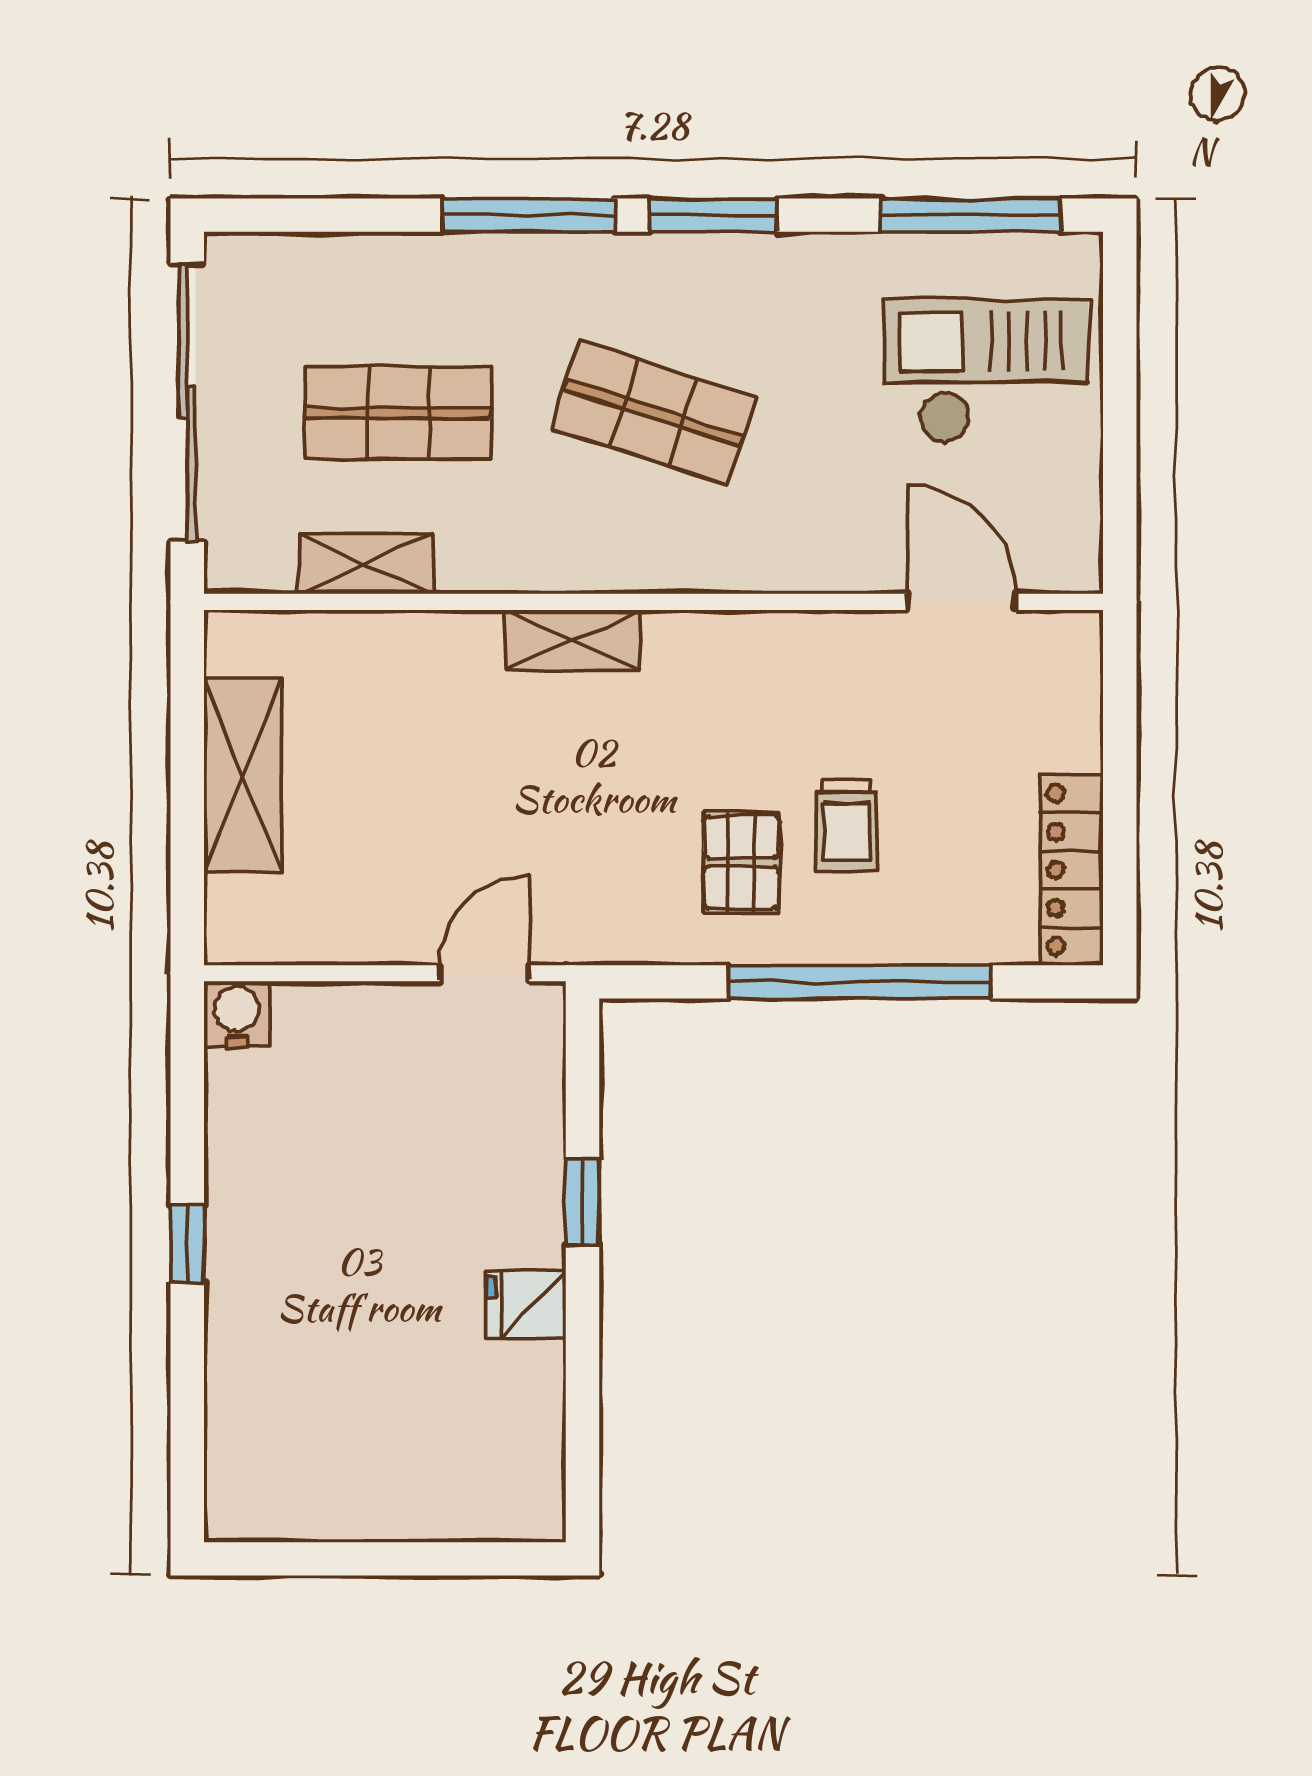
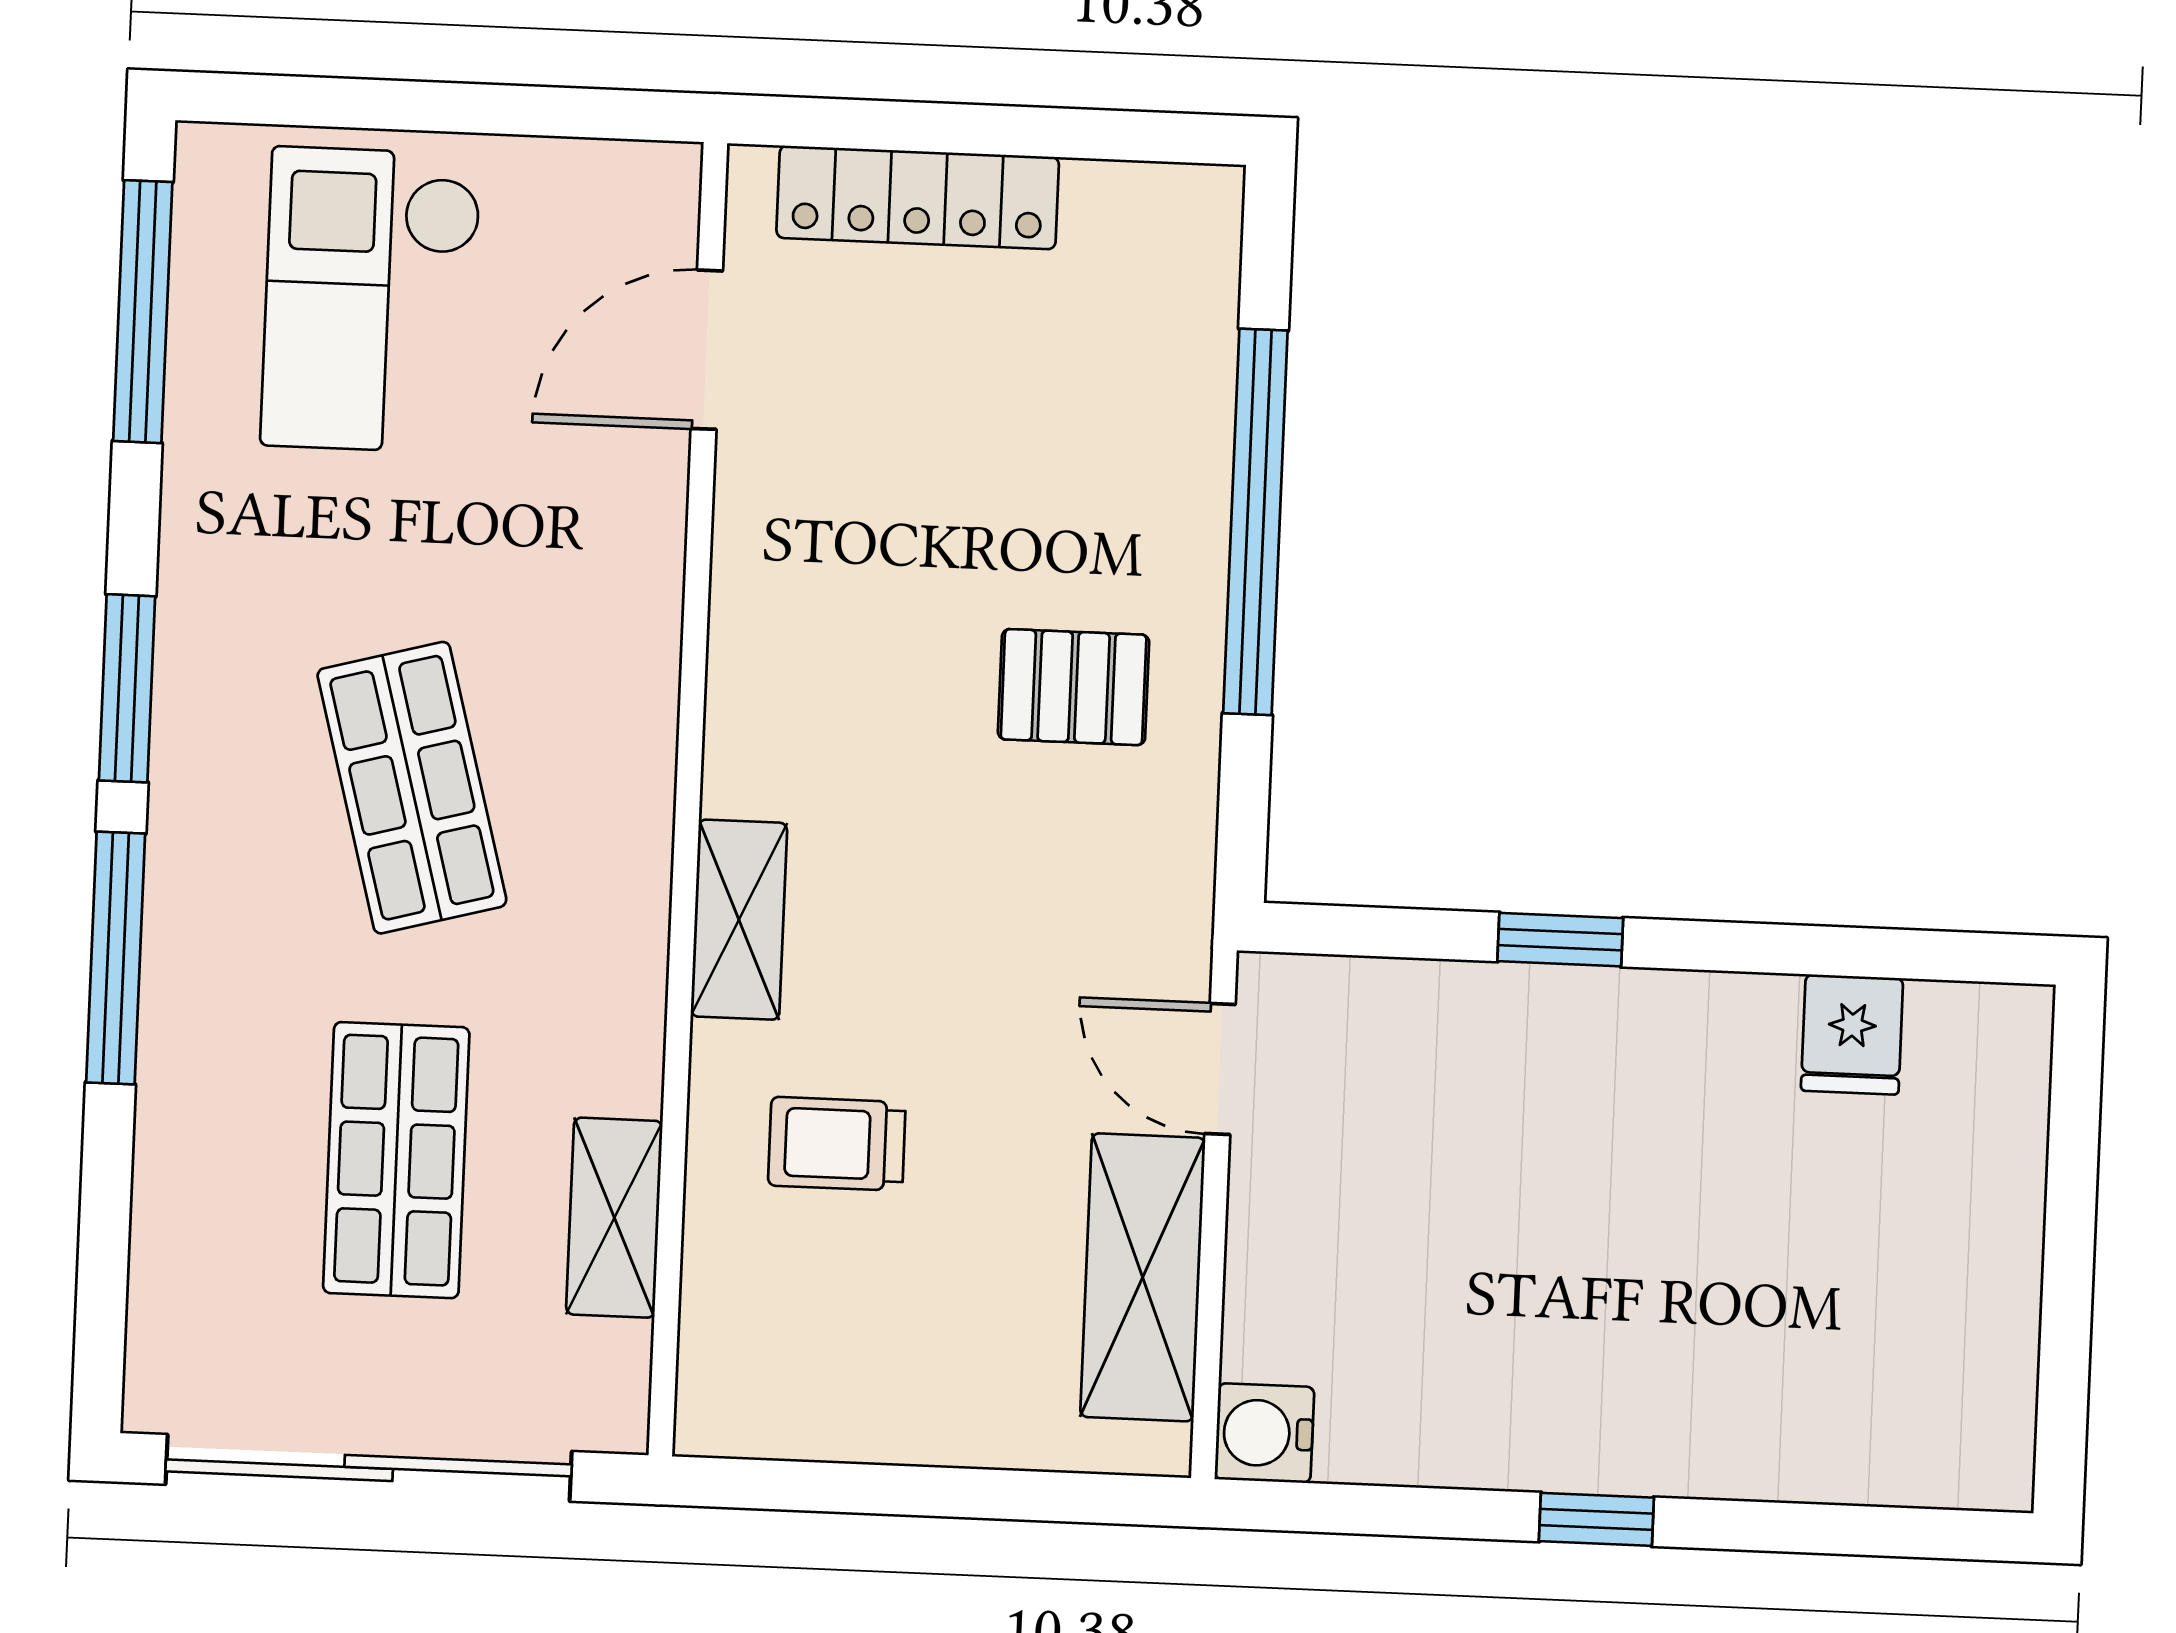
shop shelf: (654, 413) -> (412, 788), turned -33
shelving: (243, 775) -> (1143, 1277), moved, turned 90
trolley: (847, 825) -> (837, 1144), moved, turned 180
locker: (1072, 870) -> (918, 197), moved
fridge: (526, 1305) -> (1852, 1034), moved

